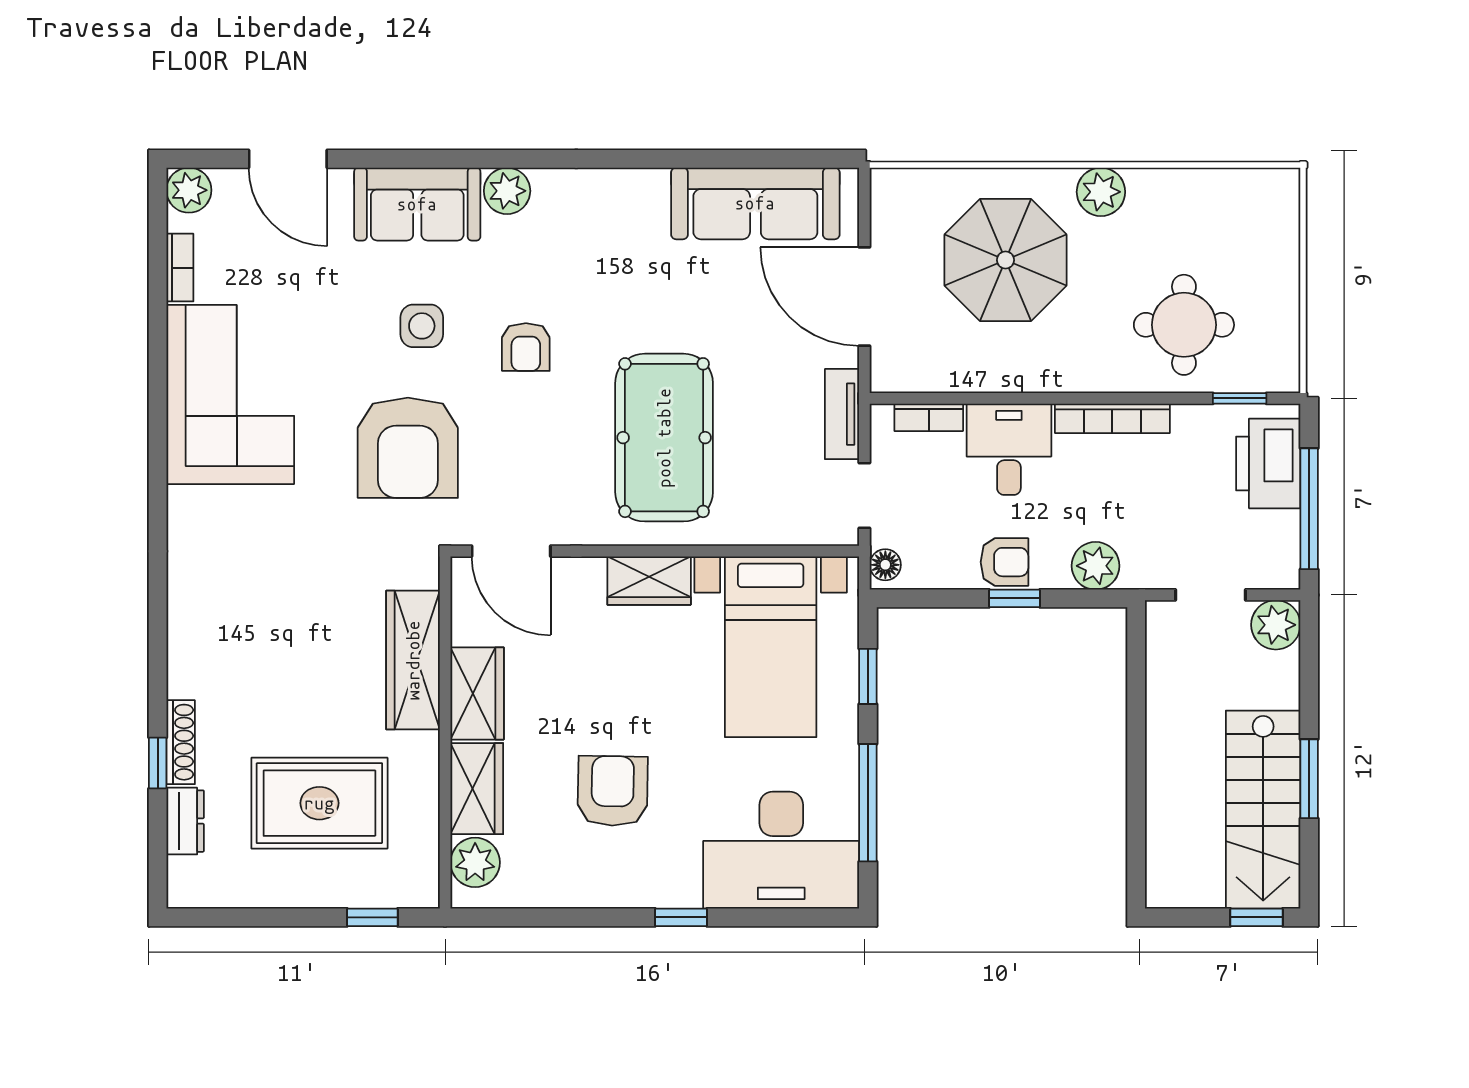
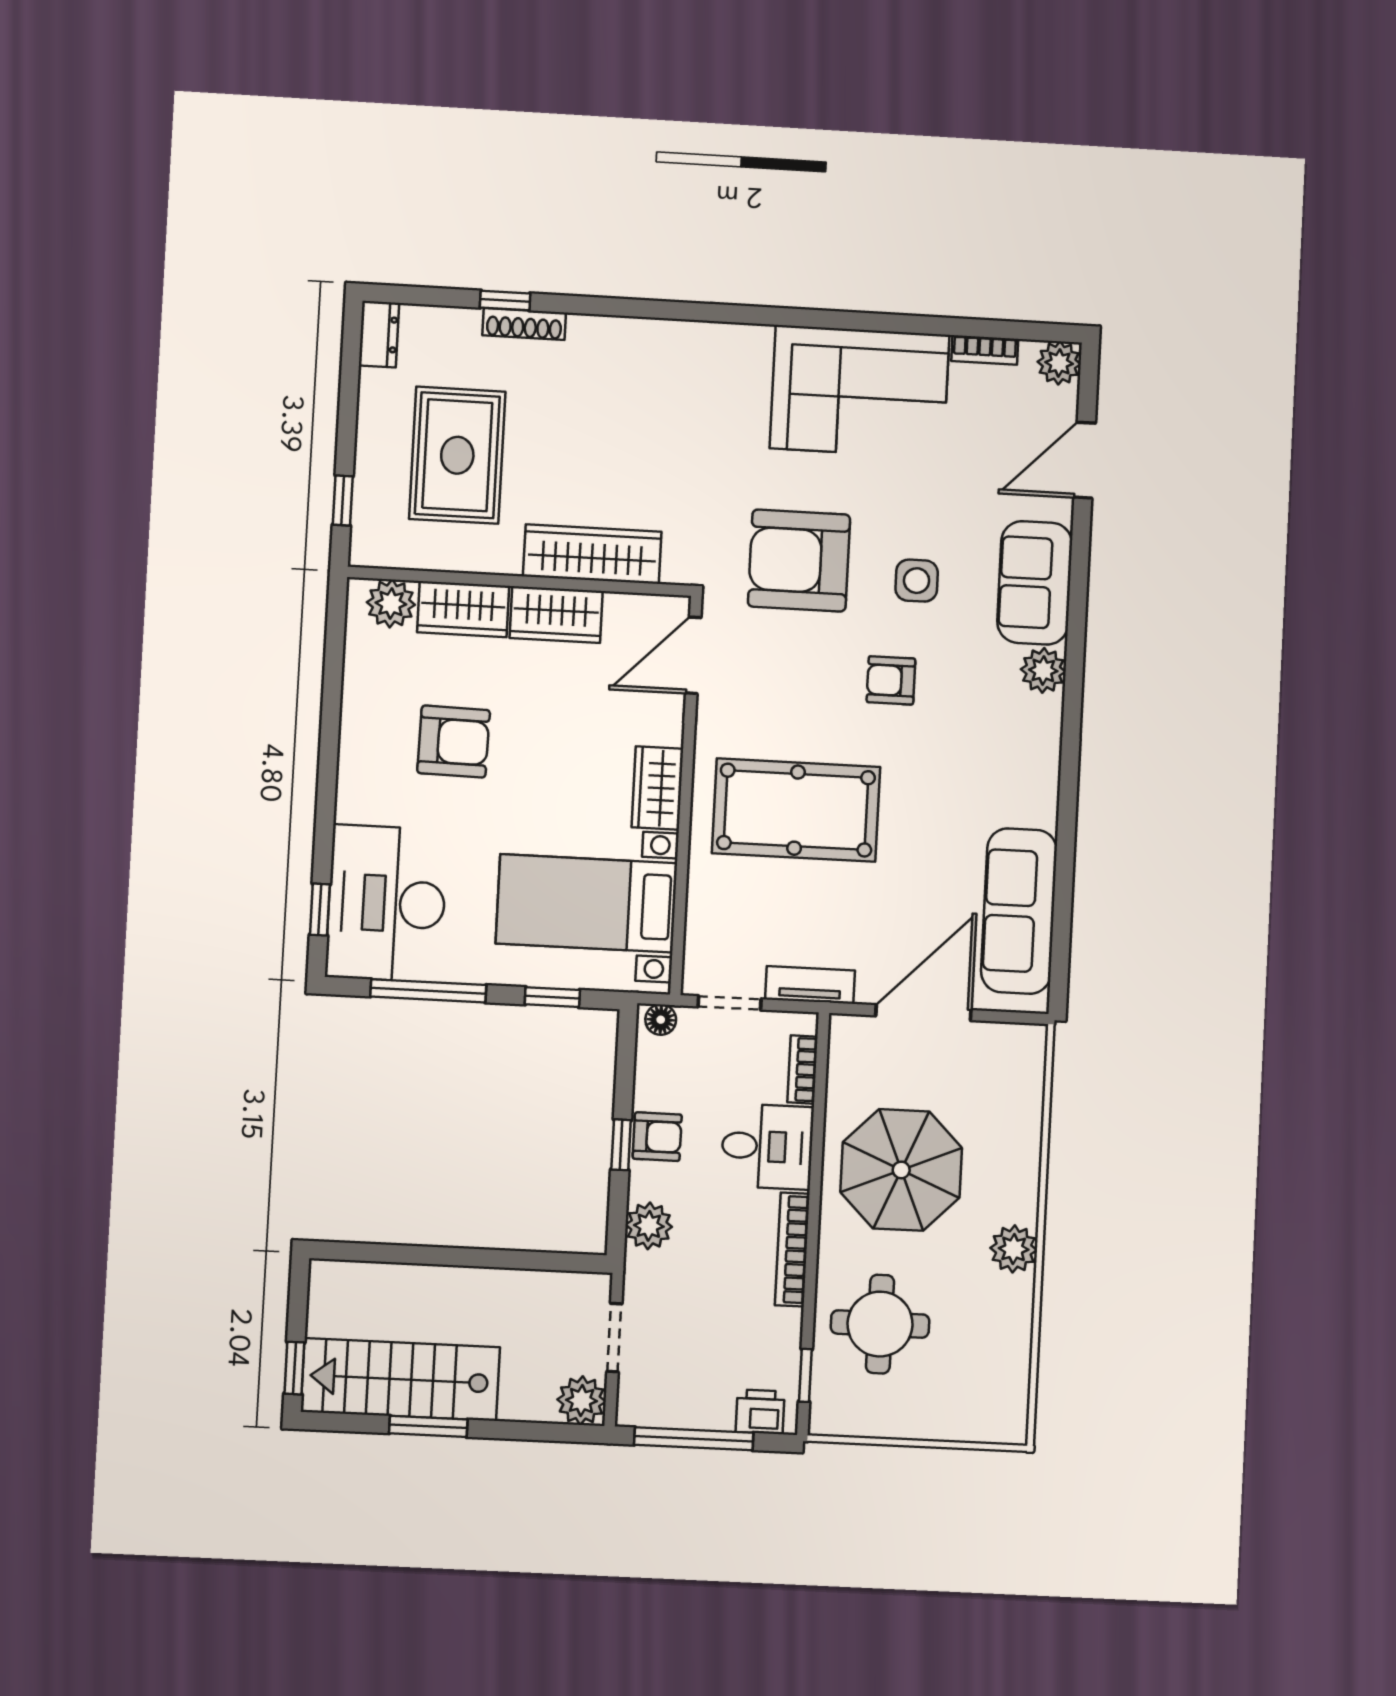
parasol: (1005, 260) -> (901, 1170), moved
printer: (1268, 463) -> (760, 1412), width x0.53, depth x0.68
armchair: (1004, 562) -> (657, 1137), turned -90
dresser: (185, 821) -> (379, 334), moved, turned -90
window: (681, 917) -> (320, 910), moved

